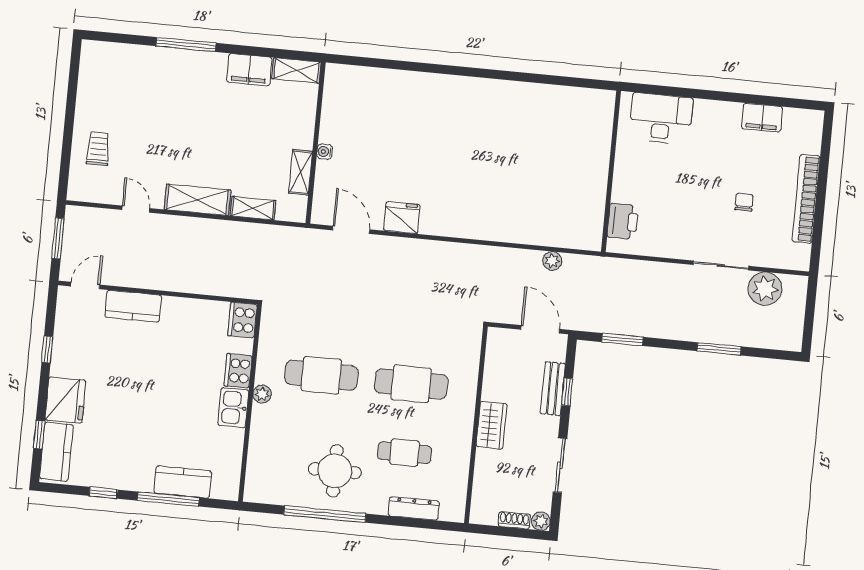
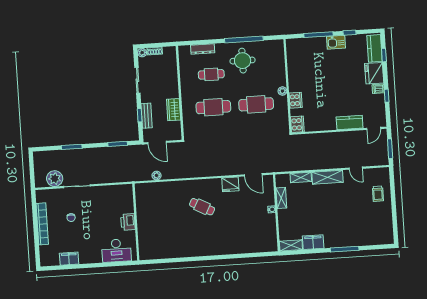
cafe table: (468, 181) -> (202, 207), added
printer: (623, 221) -> (128, 222), moved
dishwasher: (62, 367) -> (378, 89), added
kitchen sink: (233, 408) -> (336, 42), moved, turned 90
wardrobe: (492, 425) -> (174, 110), moved
kitchen counter: (183, 482) -> (313, 44), removed

